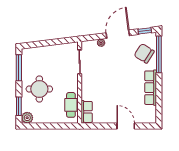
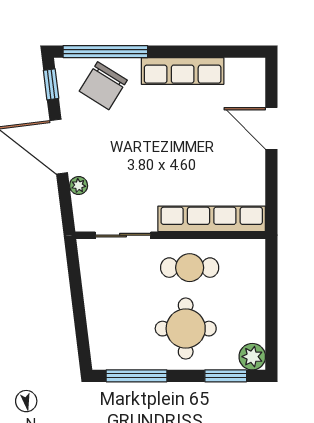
cafe table: (71, 105) -> (190, 268), moved
row of seats: (87, 112) -> (212, 219), width x2.02
door: (126, 126) -> (271, 128), hinge flipped

